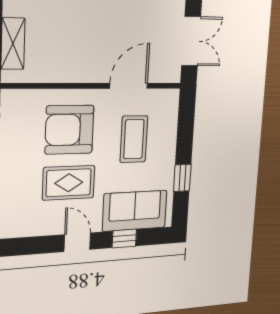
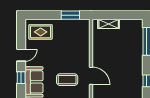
armchair: (69, 130) -> (72, 50), removed
rug: (69, 183) -> (41, 32), moved, turned 90

